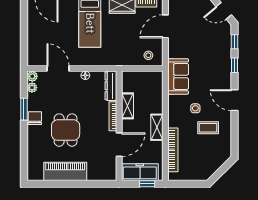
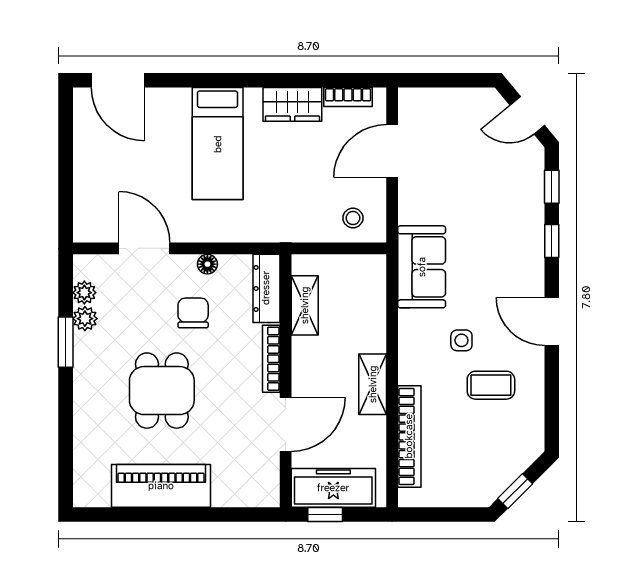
plant: (32, 76) -> (85, 319), moved
shelving: (127, 106) -> (305, 305), moved
chair: (35, 118) -> (193, 313), moved
window: (219, 174) -> (515, 491), added
window: (147, 184) -> (325, 515), moved

